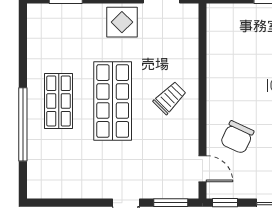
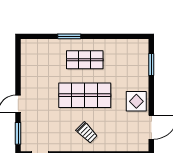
window: (23, 124) -> (69, 36), width x0.47

